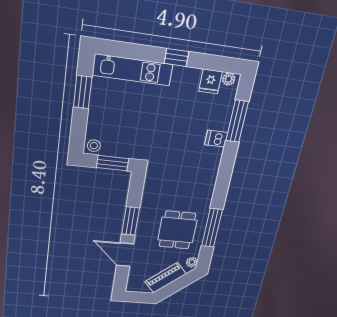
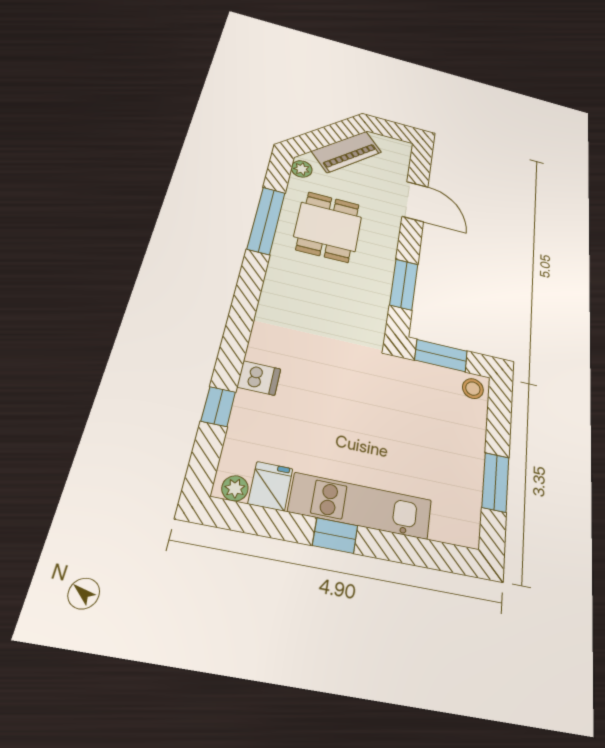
kitchen unit: (133, 70) -> (361, 506), moved
window: (237, 121) -> (218, 407), width x0.46
window: (131, 221) -> (404, 284), moved

